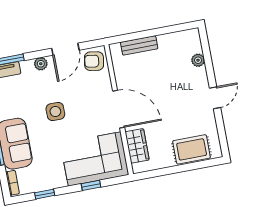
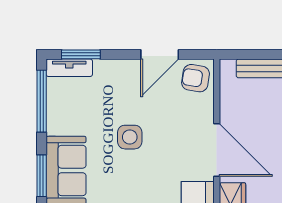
plant: (41, 64) -> (122, 68), removed

